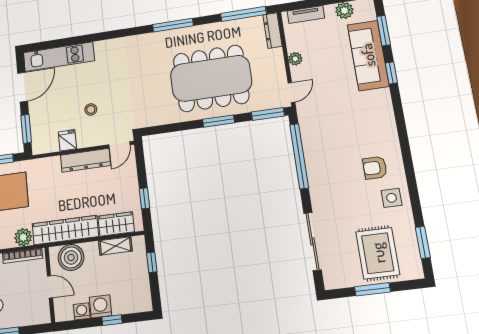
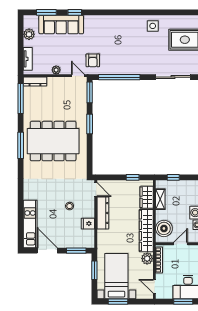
dining table: (211, 78) -> (53, 141), moved, turned 90
armchair: (375, 168) -> (93, 60), moved
window: (423, 242) -> (182, 12), removed

